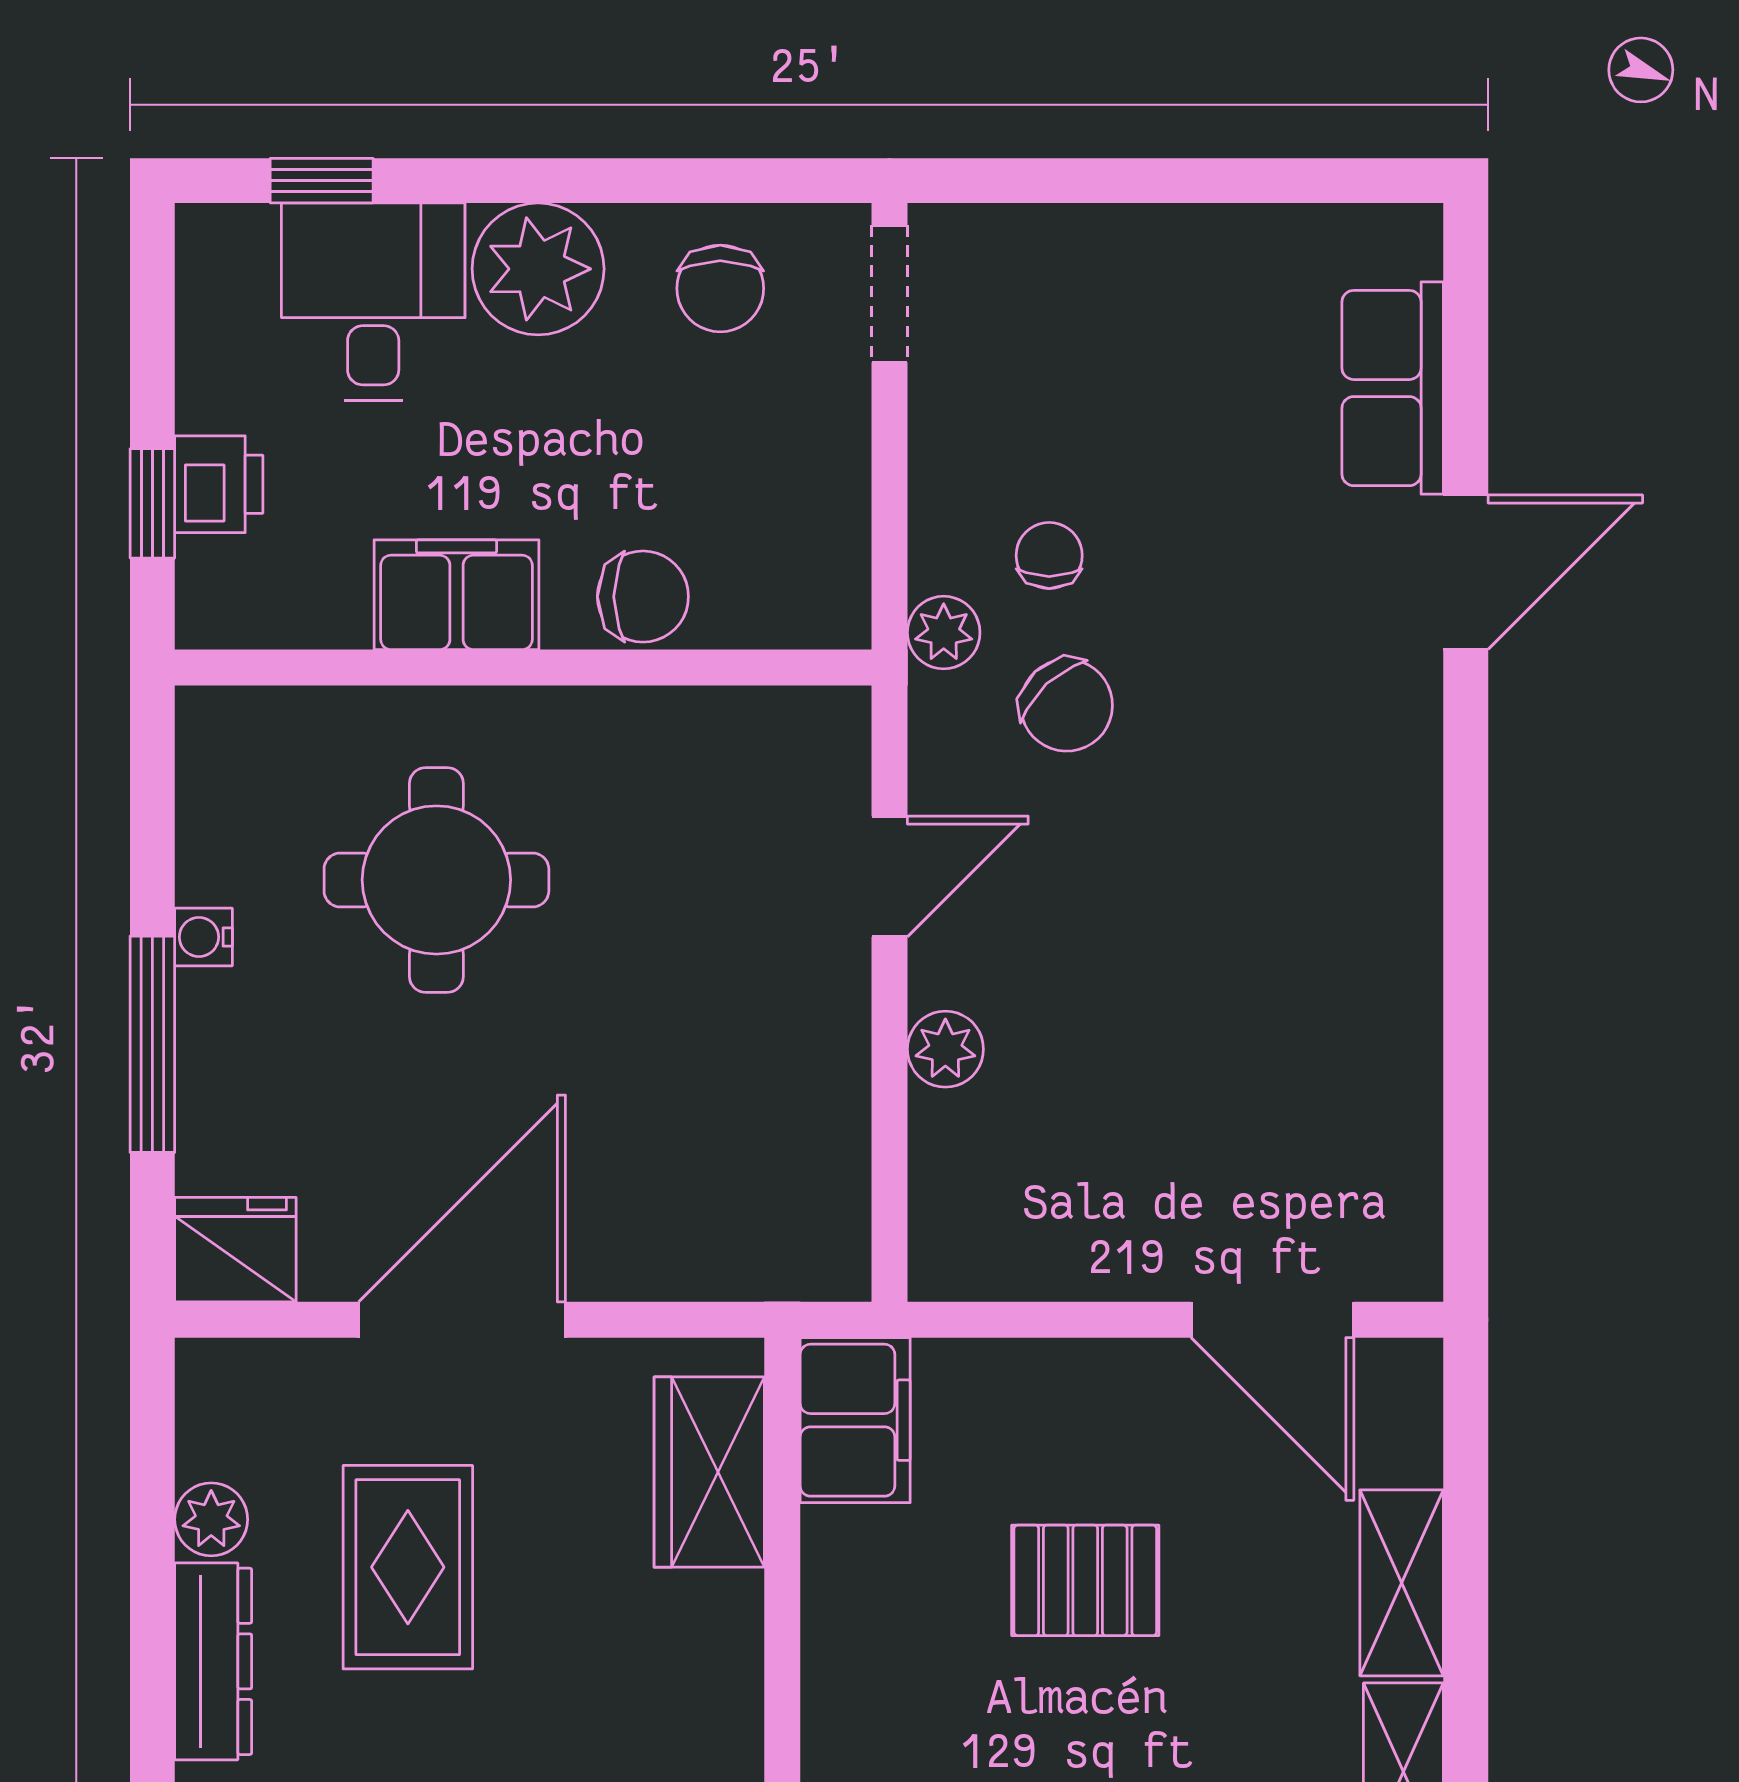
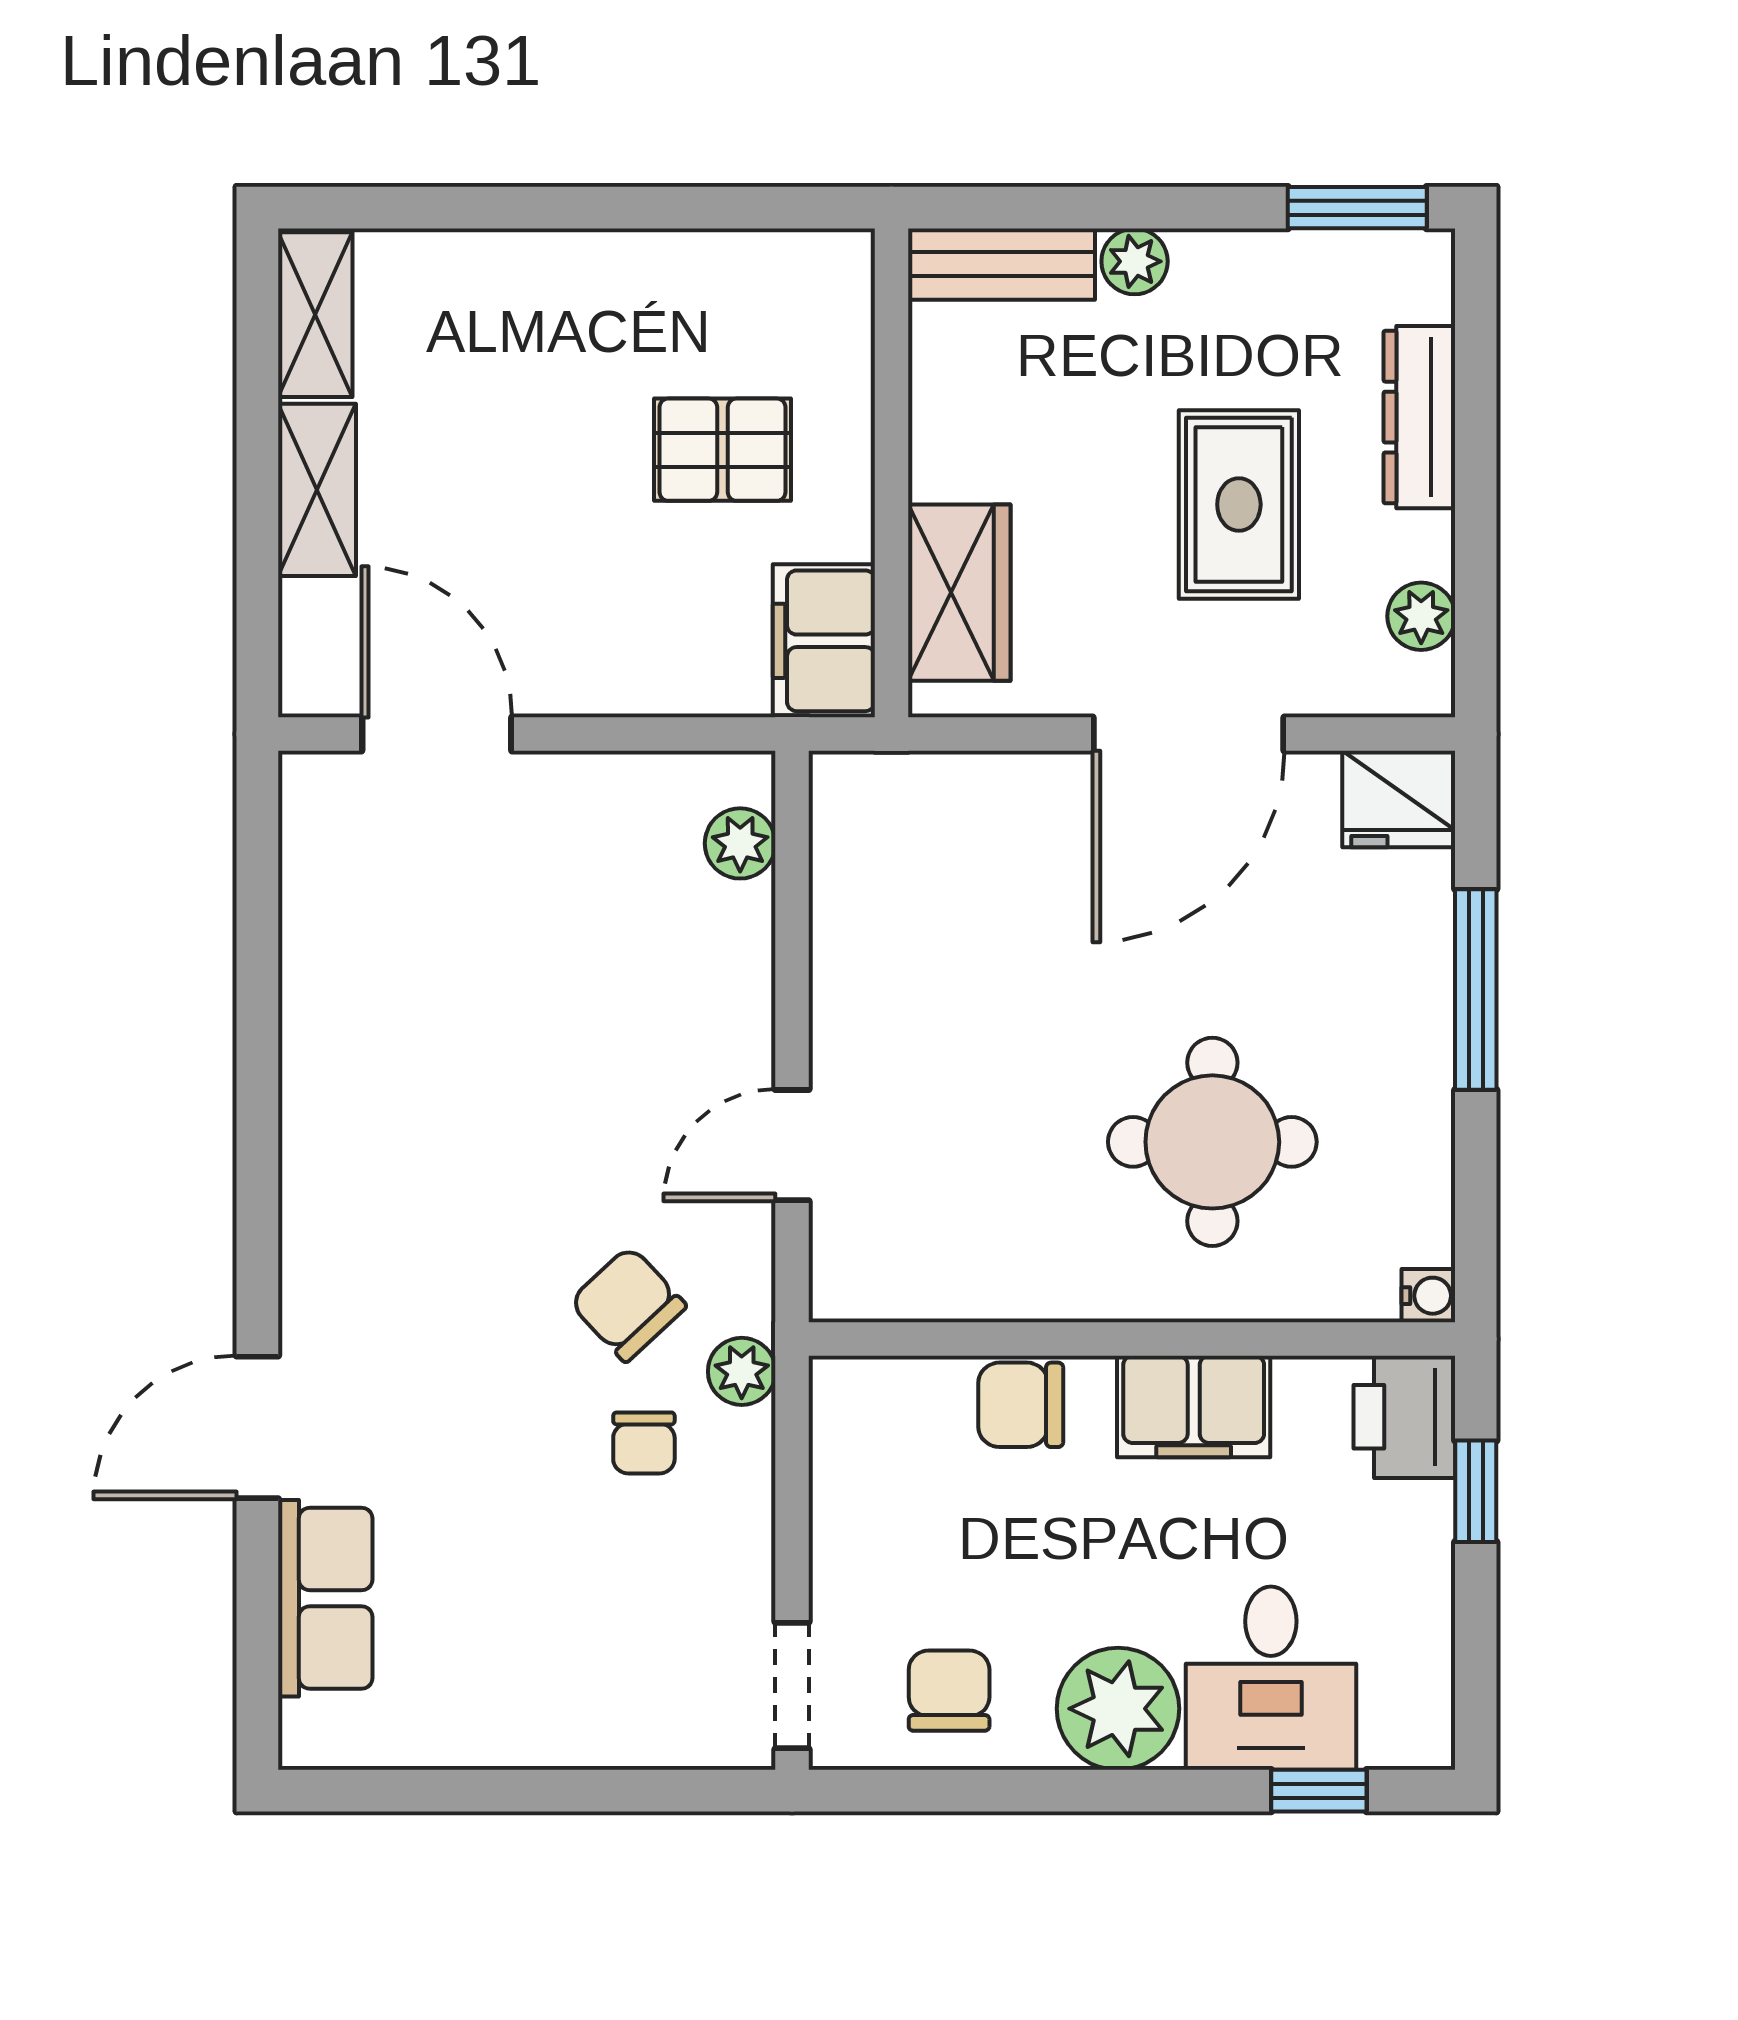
printer: (219, 484) -> (1404, 1417), moved, width x1.36, depth x1.24
water cooler: (204, 937) -> (1428, 1296), moved
plant: (945, 1049) -> (740, 843), moved
plant: (211, 1519) -> (1421, 616), moved
pallet: (1085, 1580) -> (723, 450), moved

